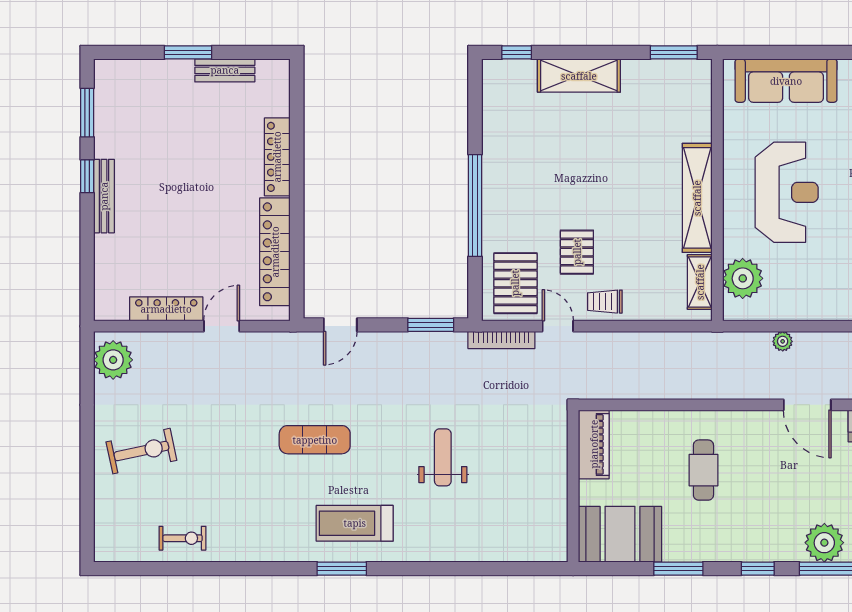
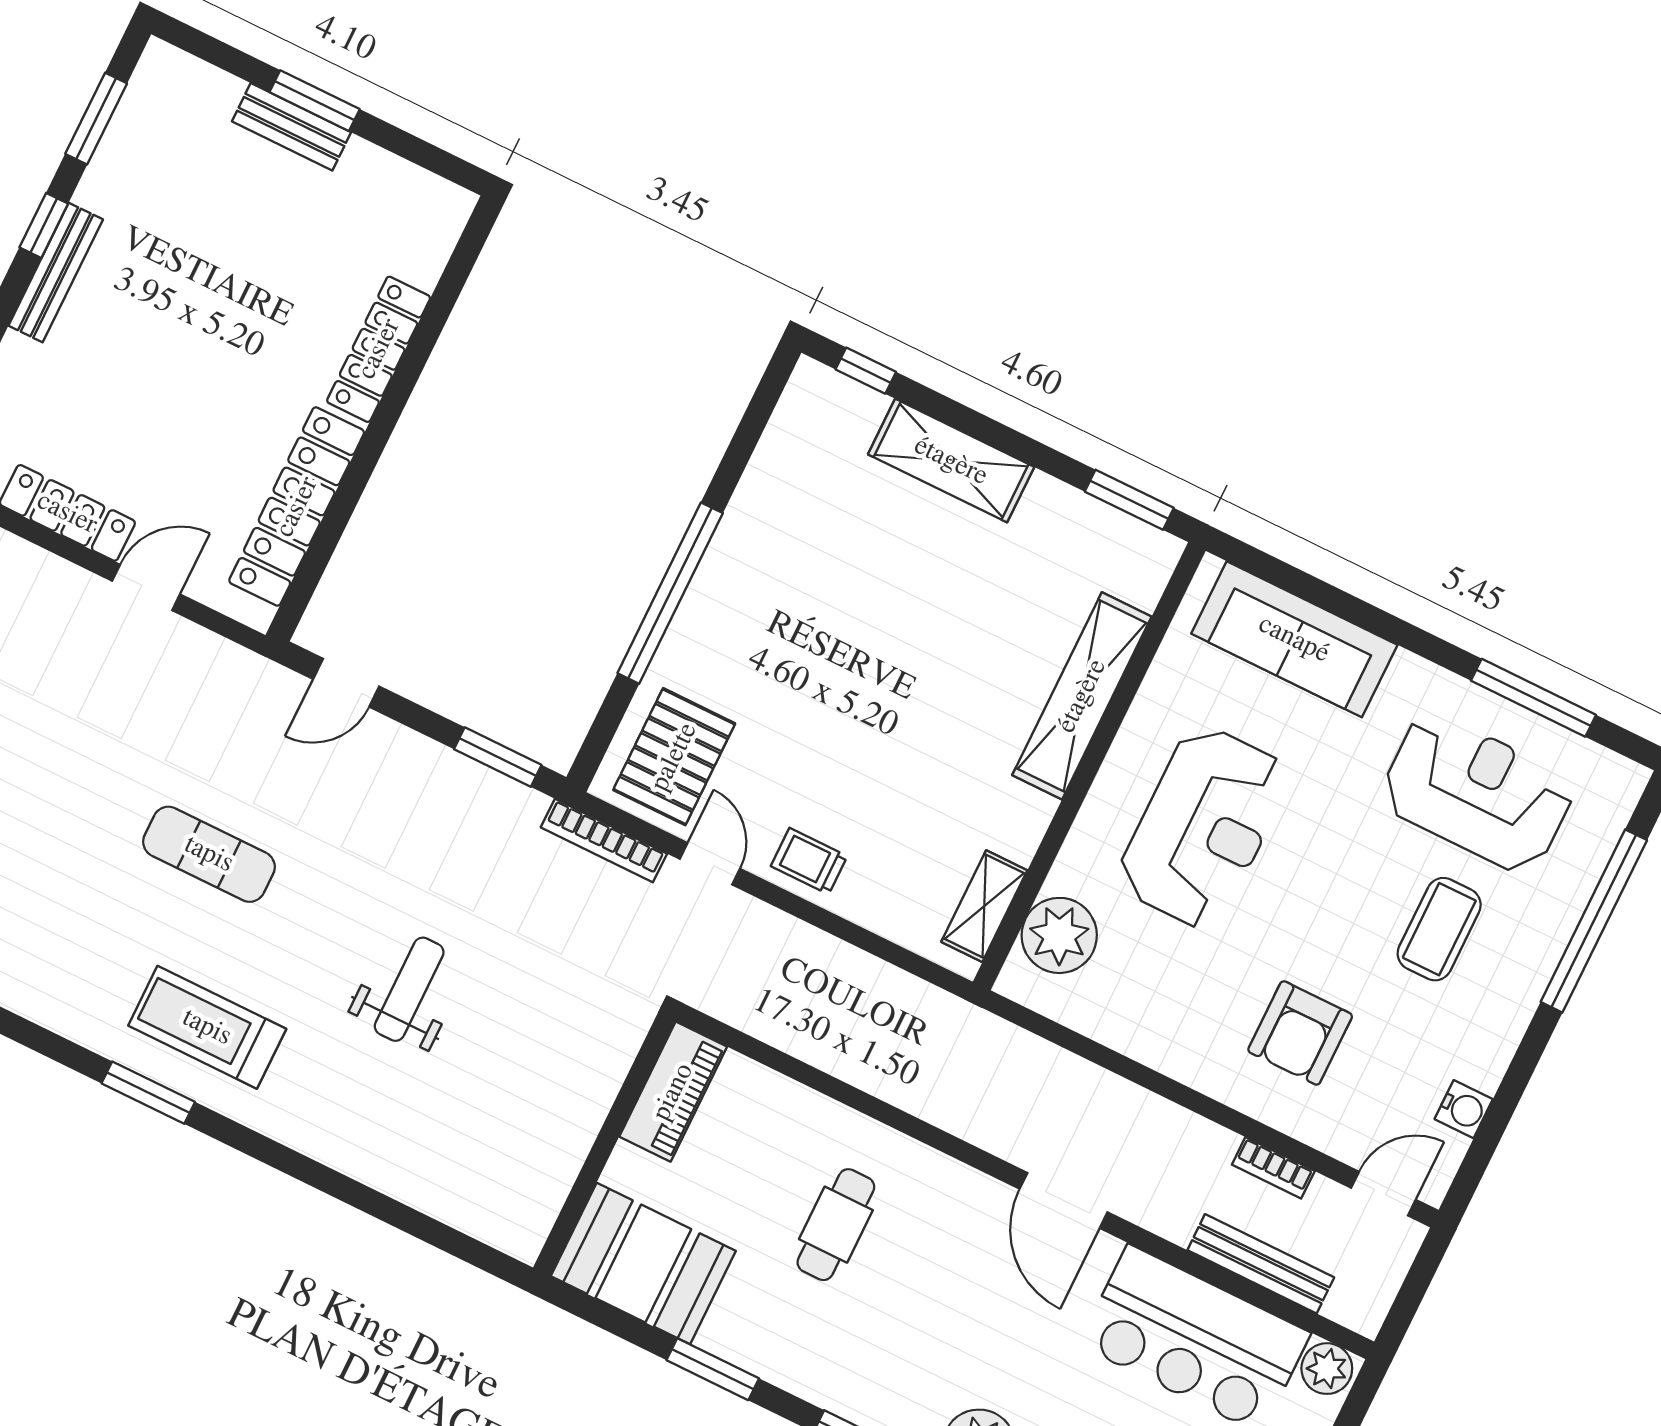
bench: (225, 70) -> (292, 127), moved
shelving: (697, 198) -> (1082, 696), moved
pallet: (577, 252) -> (803, 755), removed
plant: (783, 341) -> (1074, 1074), removed

